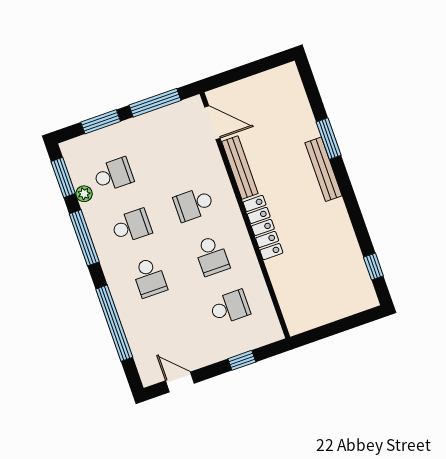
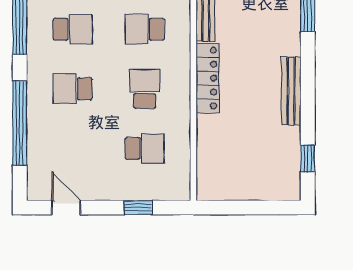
bench: (323, 169) -> (291, 91), moved
school desk: (212, 256) -> (145, 89), turned 180
school desk: (149, 278) -> (73, 89), turned 90

